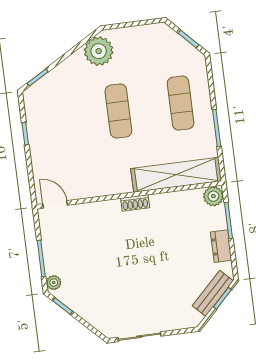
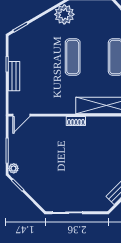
bench: (38, 150) -> (14, 76), added
door: (55, 204) -> (21, 115), swing flipped

